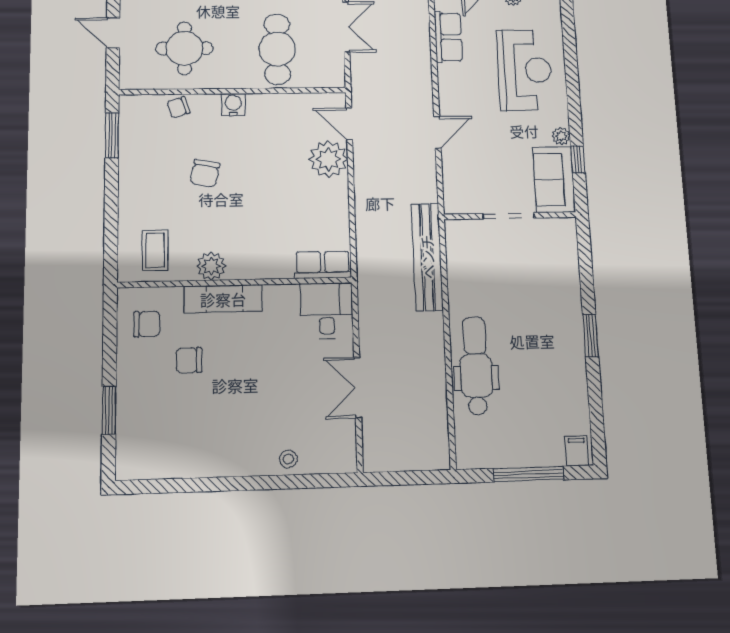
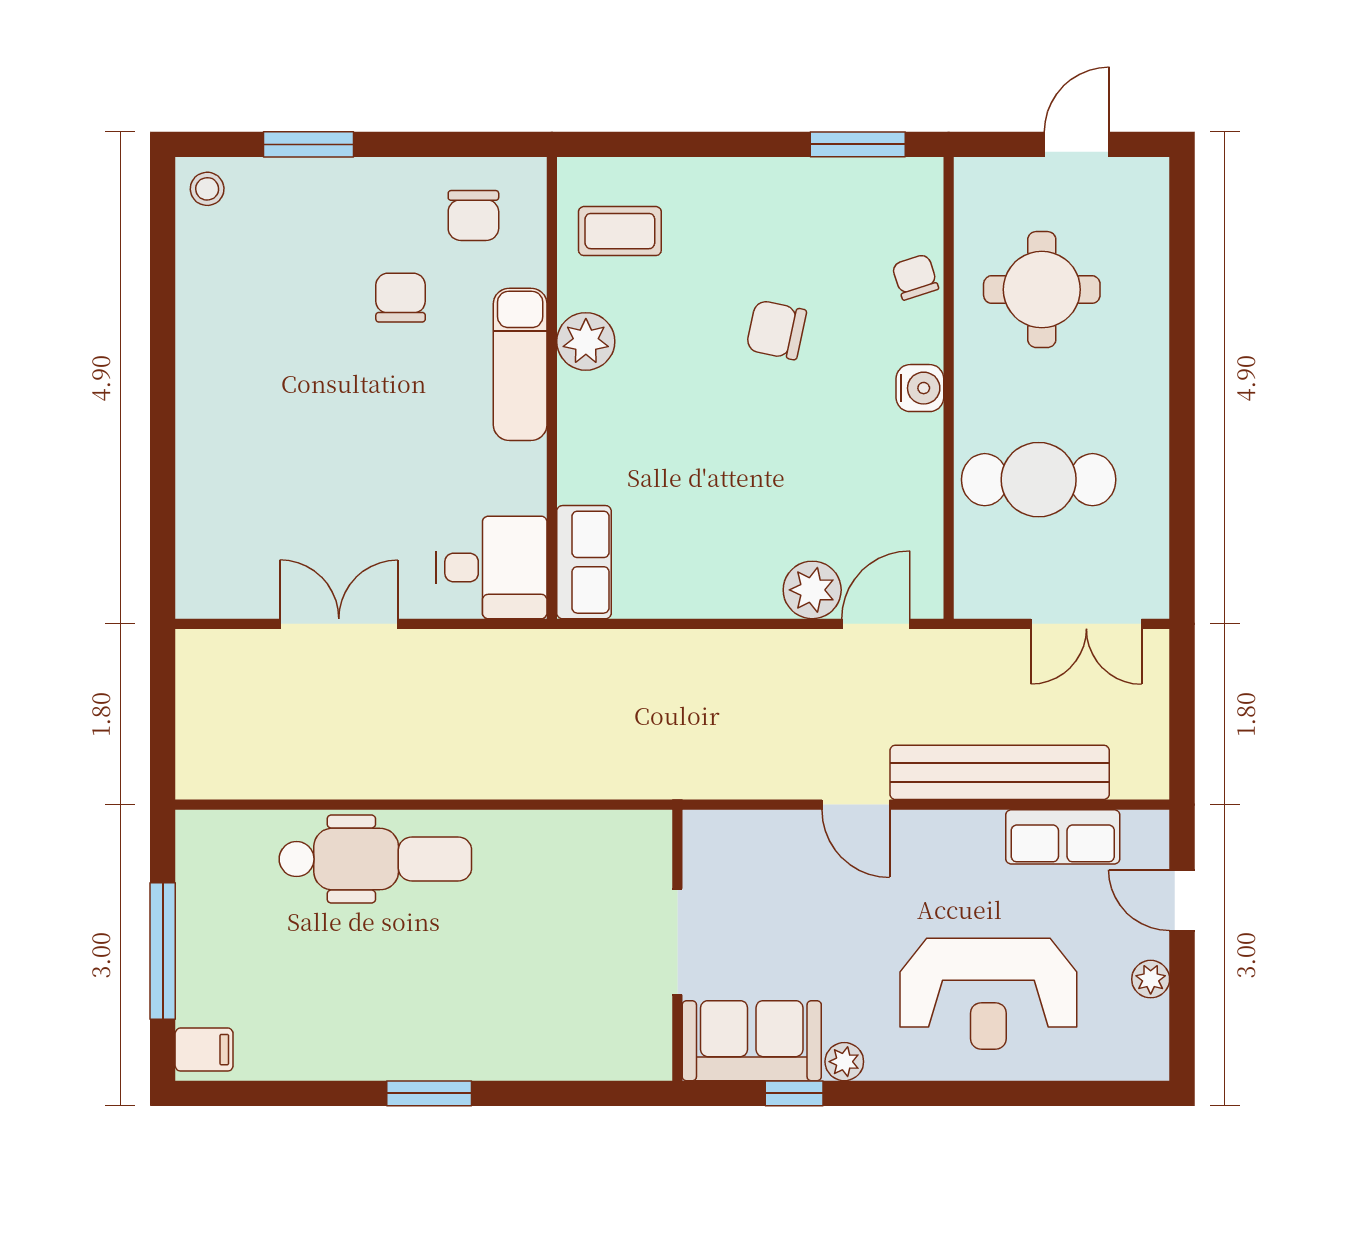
plant: (328, 159) -> (812, 590), width x0.73, depth x0.73
bench: (427, 257) -> (1000, 772), moved
stool: (288, 459) -> (207, 189), moved

